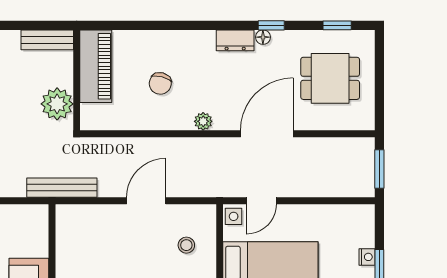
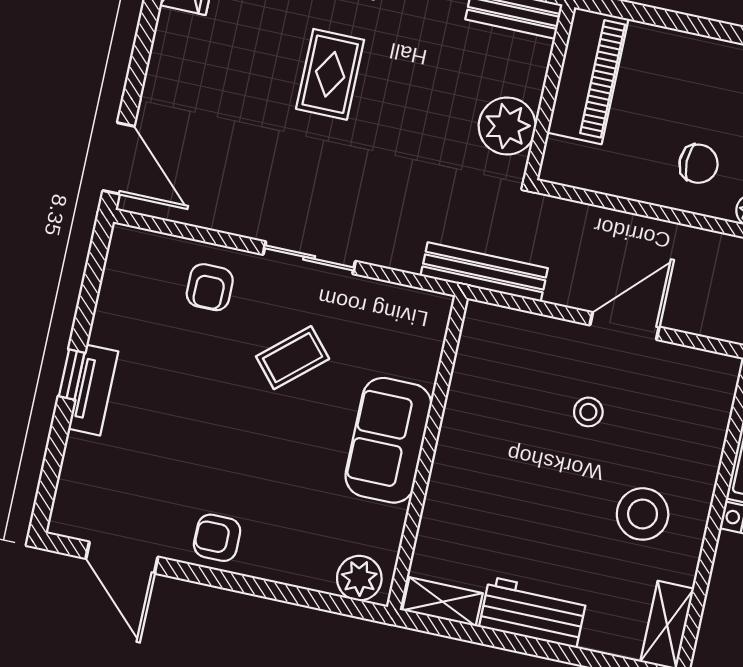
chair: (160, 83) -> (699, 164), moved, turned -105
stool: (186, 245) -> (588, 412), moved

